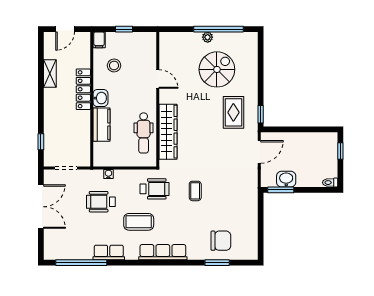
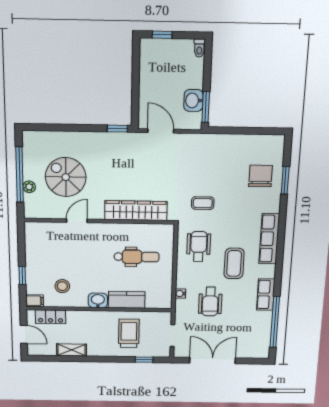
door: (158, 79) -> (77, 221), moved
locker: (83, 89) -> (51, 317), moved, width x0.66
wall: (158, 99) -> (99, 221), moved
rug: (233, 112) -> (115, 159), removed
trolley: (68, 127) -> (129, 333), added
wardrobe: (168, 132) -> (136, 211), moved

